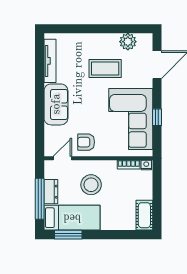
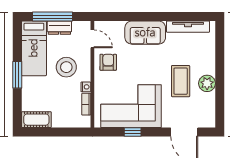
plant: (128, 42) -> (207, 83), moved
nightstand: (146, 165) -> (86, 87), moved
window: (68, 235) -> (17, 75), moved

